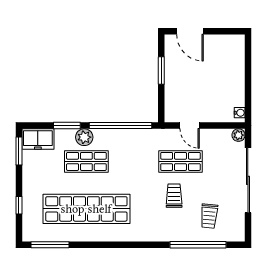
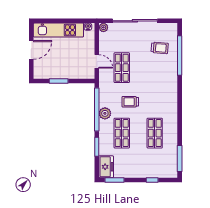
door: (190, 31) -> (31, 50), moved
kitchen unit: (235, 70) -> (58, 30), added
door: (190, 126) -> (97, 61), hinge flipped
plant: (84, 137) -> (105, 113), moved
trolley: (174, 196) -> (130, 102), moved
shop shelf: (86, 209) -> (155, 133), width x0.50, depth x0.74

